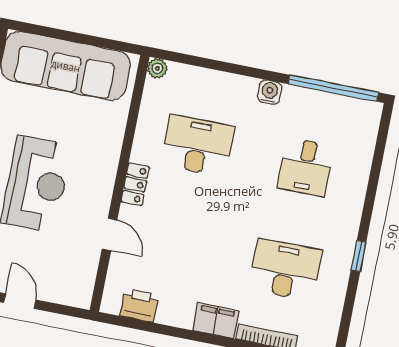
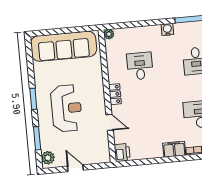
desk: (198, 146) -> (140, 66), width x0.73
printer: (139, 306) -> (122, 153), moved, turned 90

